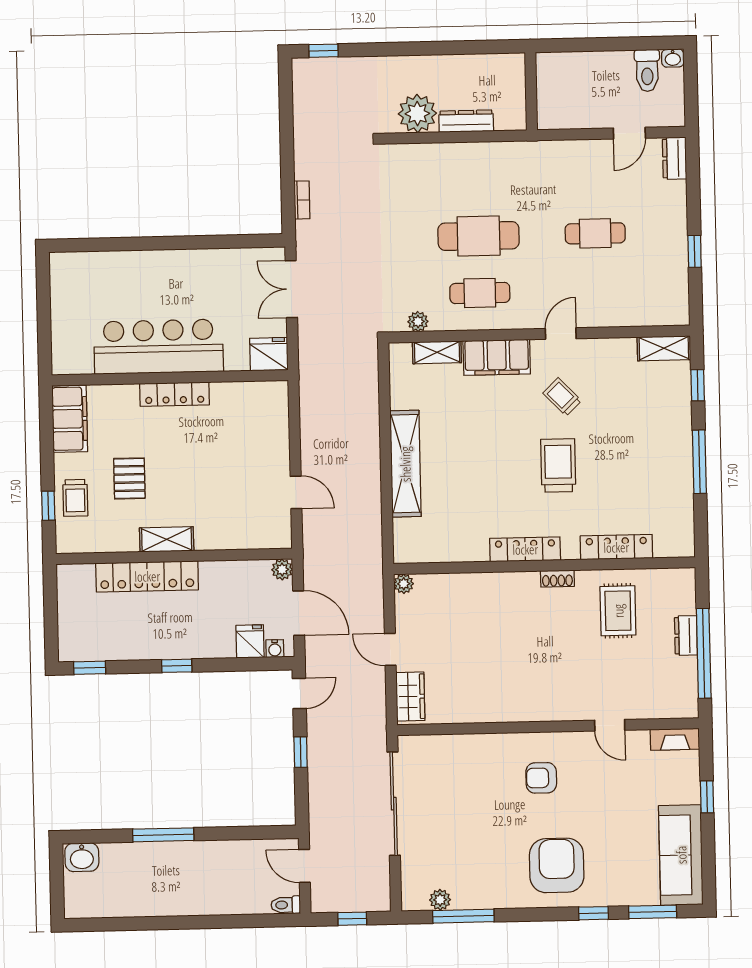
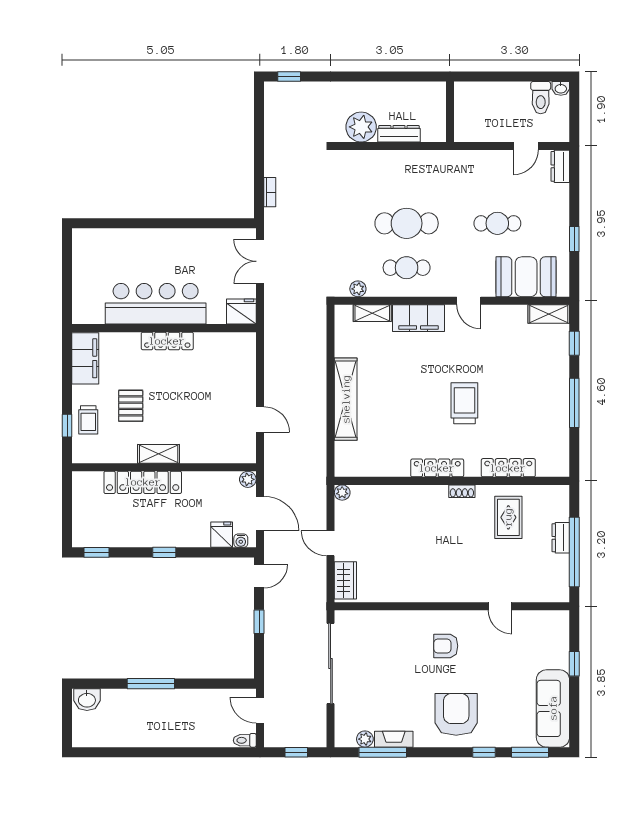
booth: (634, 301) -> (526, 277), added
door: (561, 334) -> (469, 301), swing flipped
trolley: (562, 397) -> (469, 350), removed
fireplace: (675, 739) -> (394, 739), moved, turned 180

